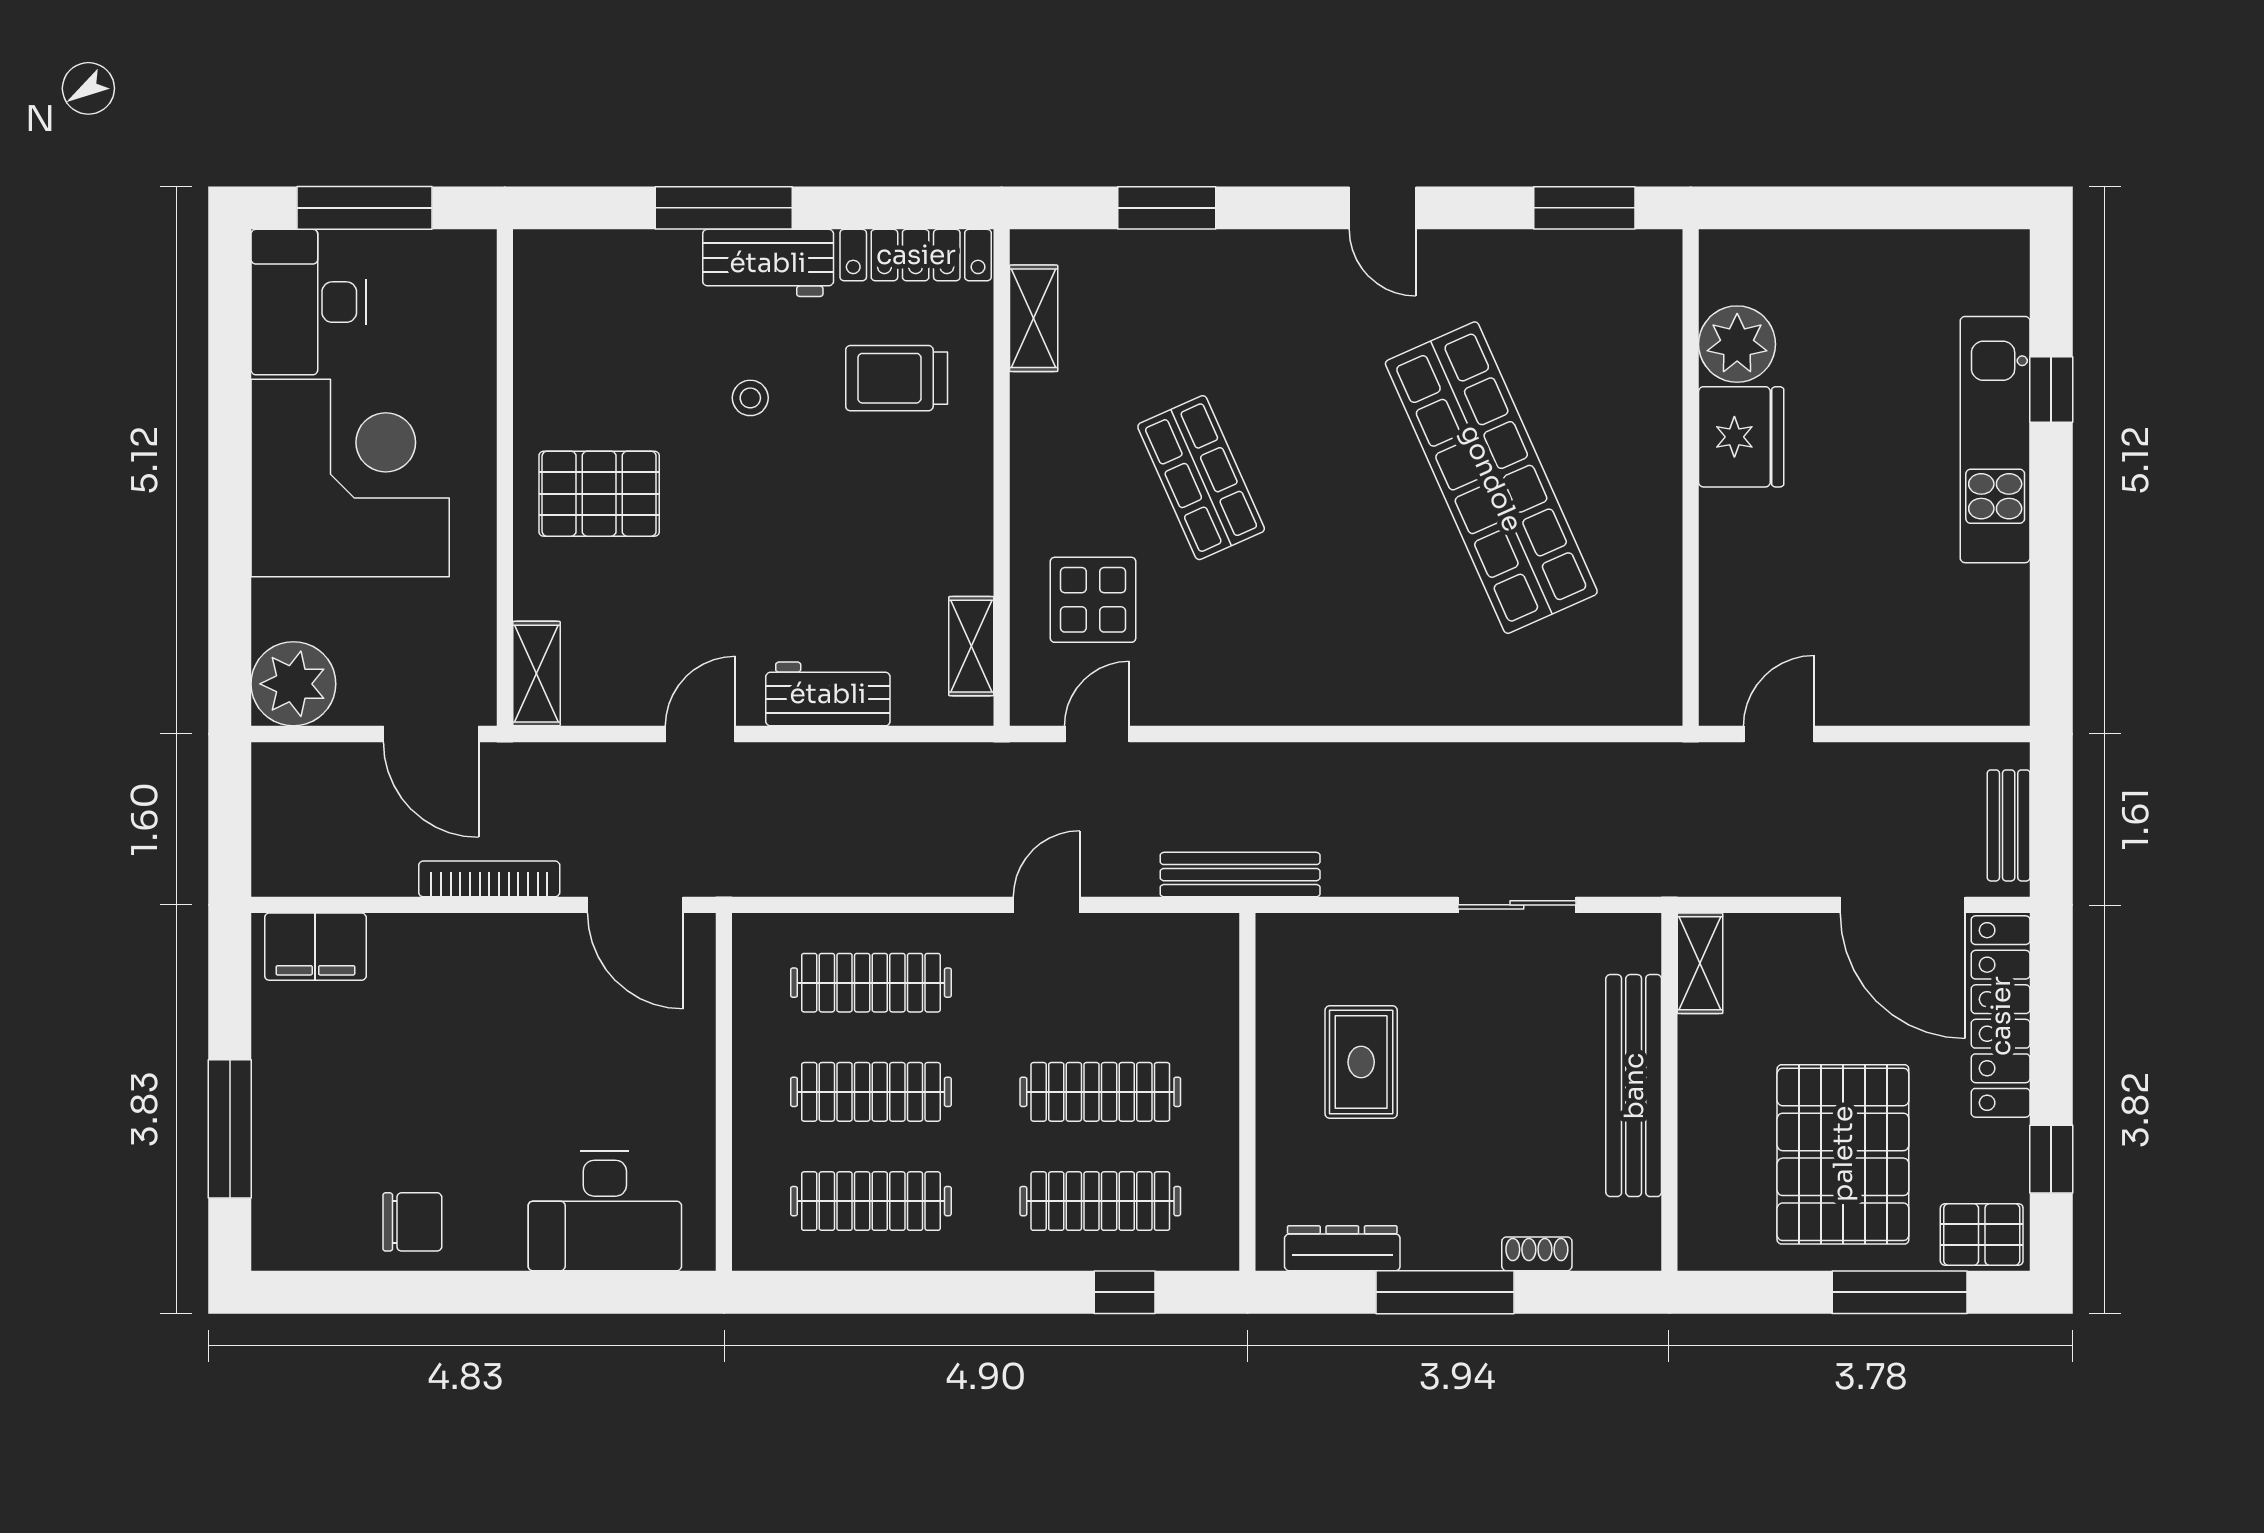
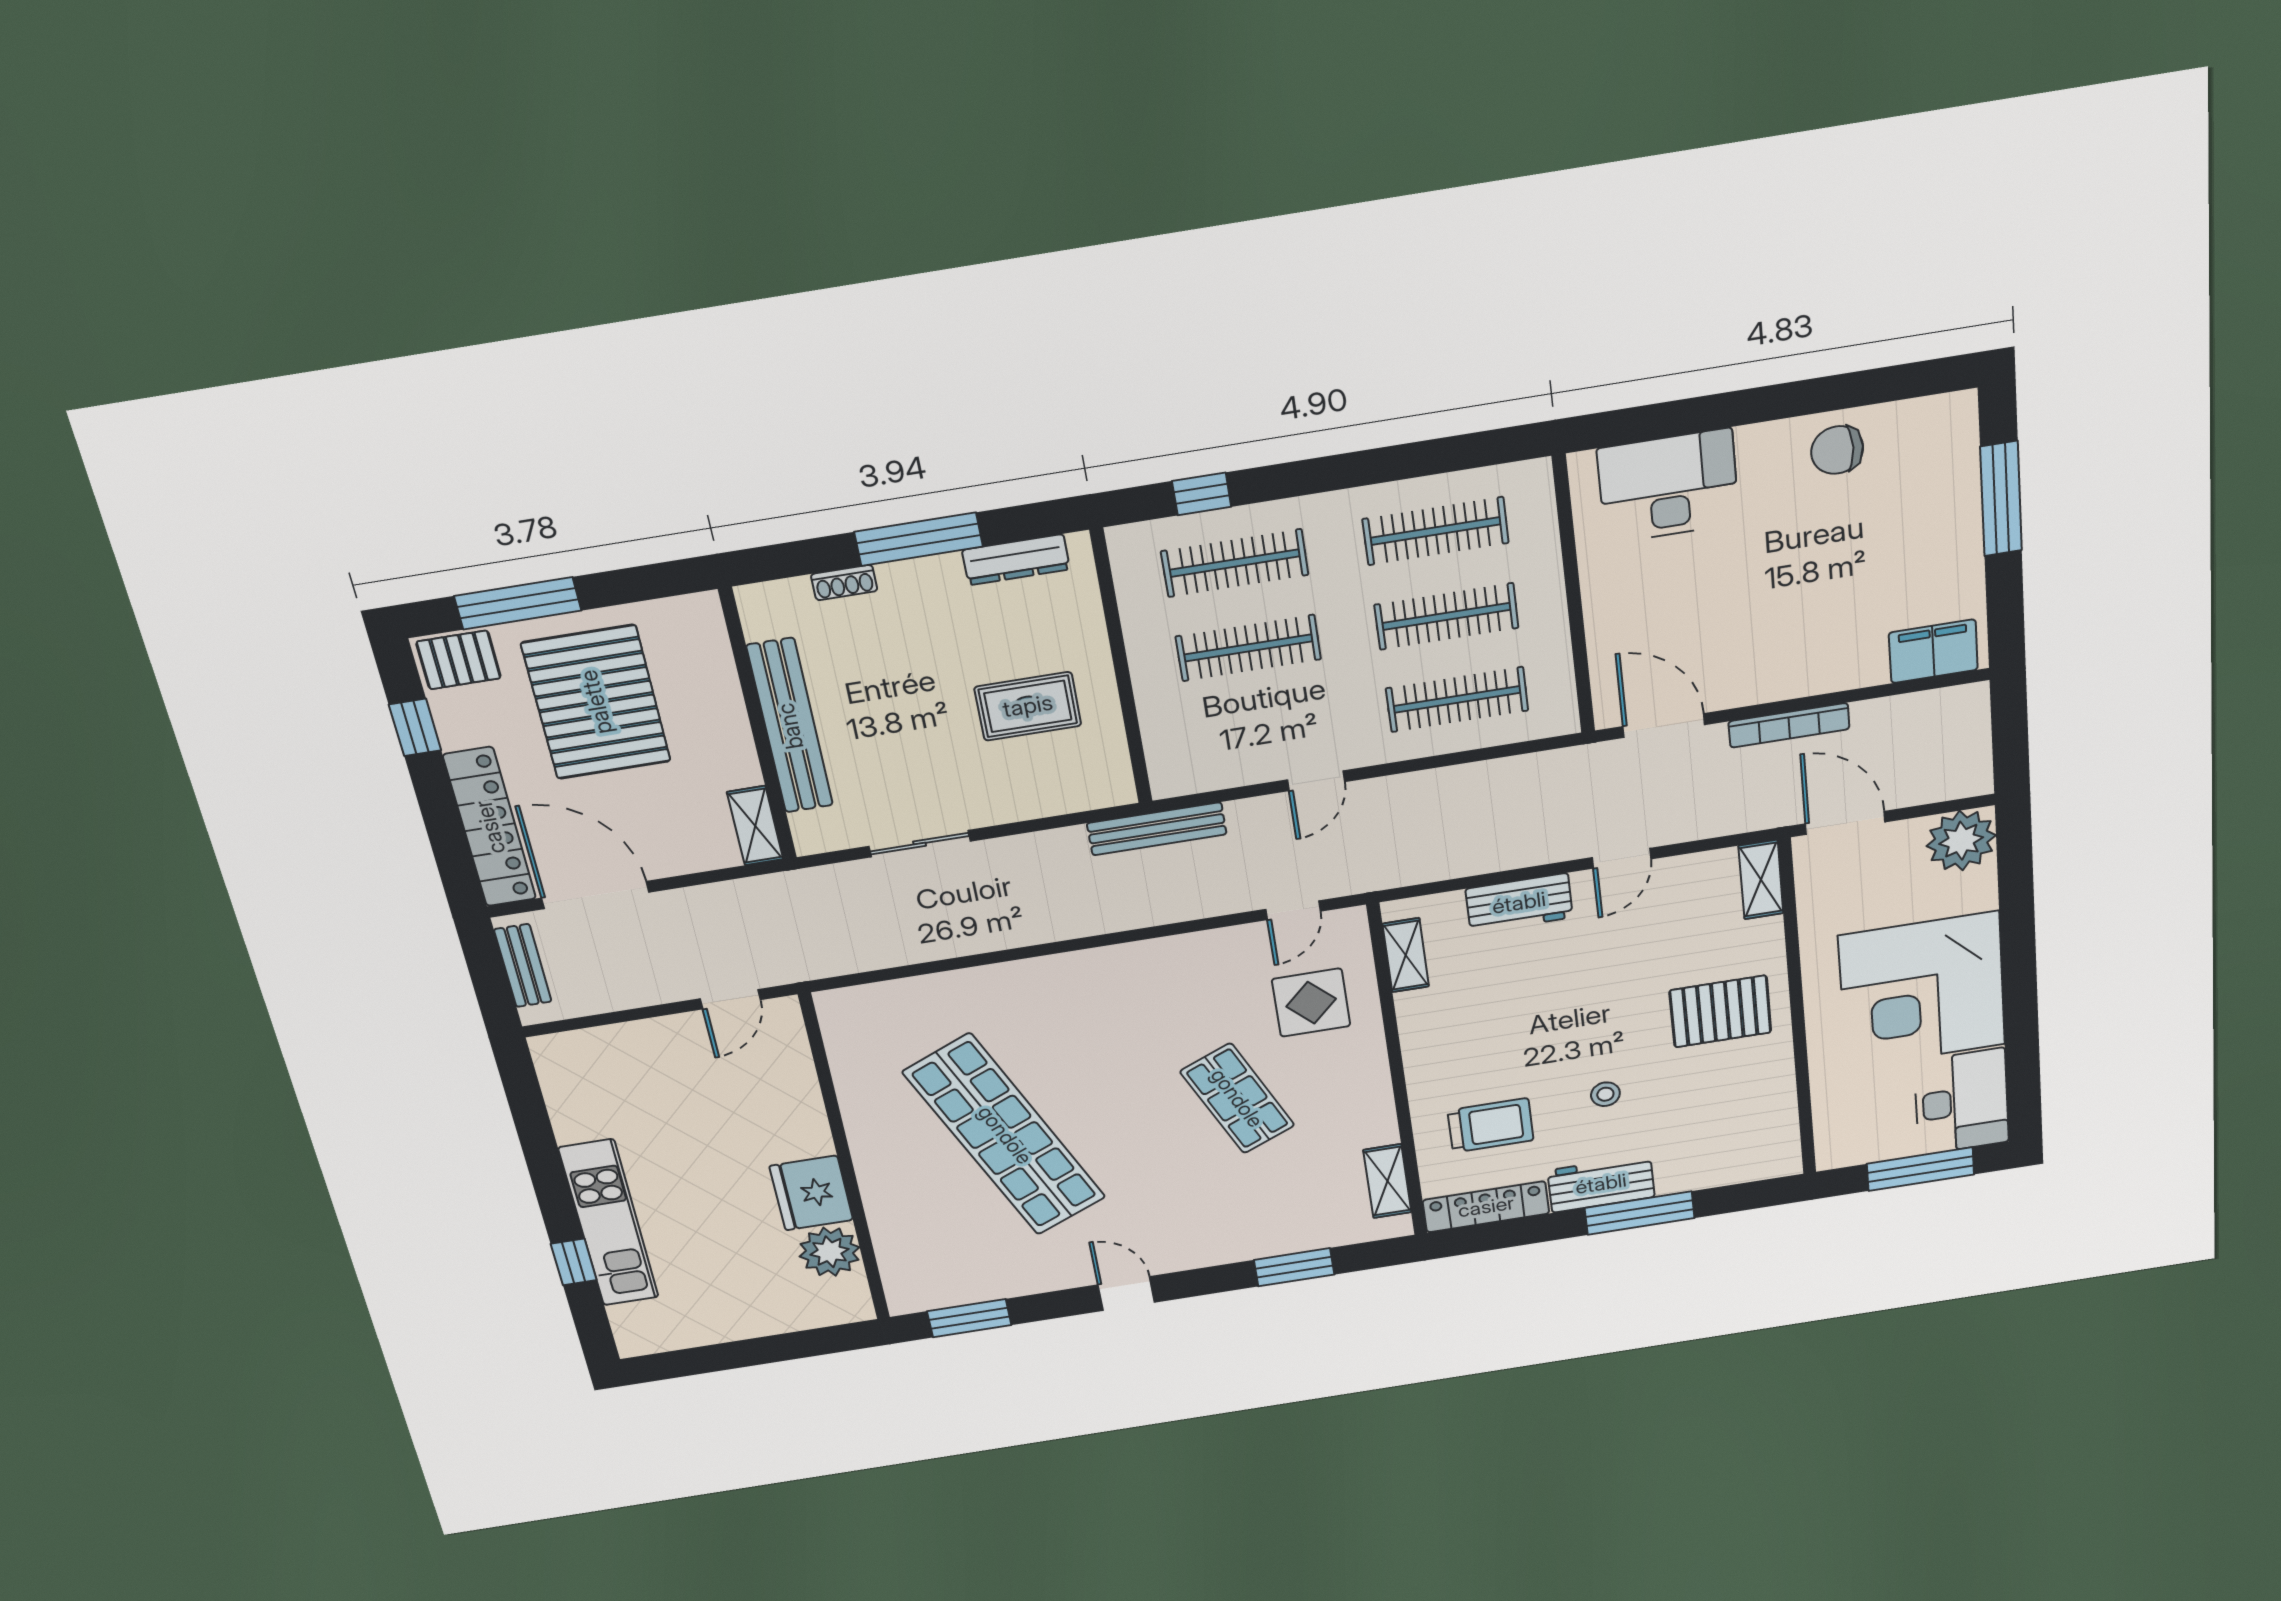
rug: (1361, 1062) -> (1028, 706), turned 90

